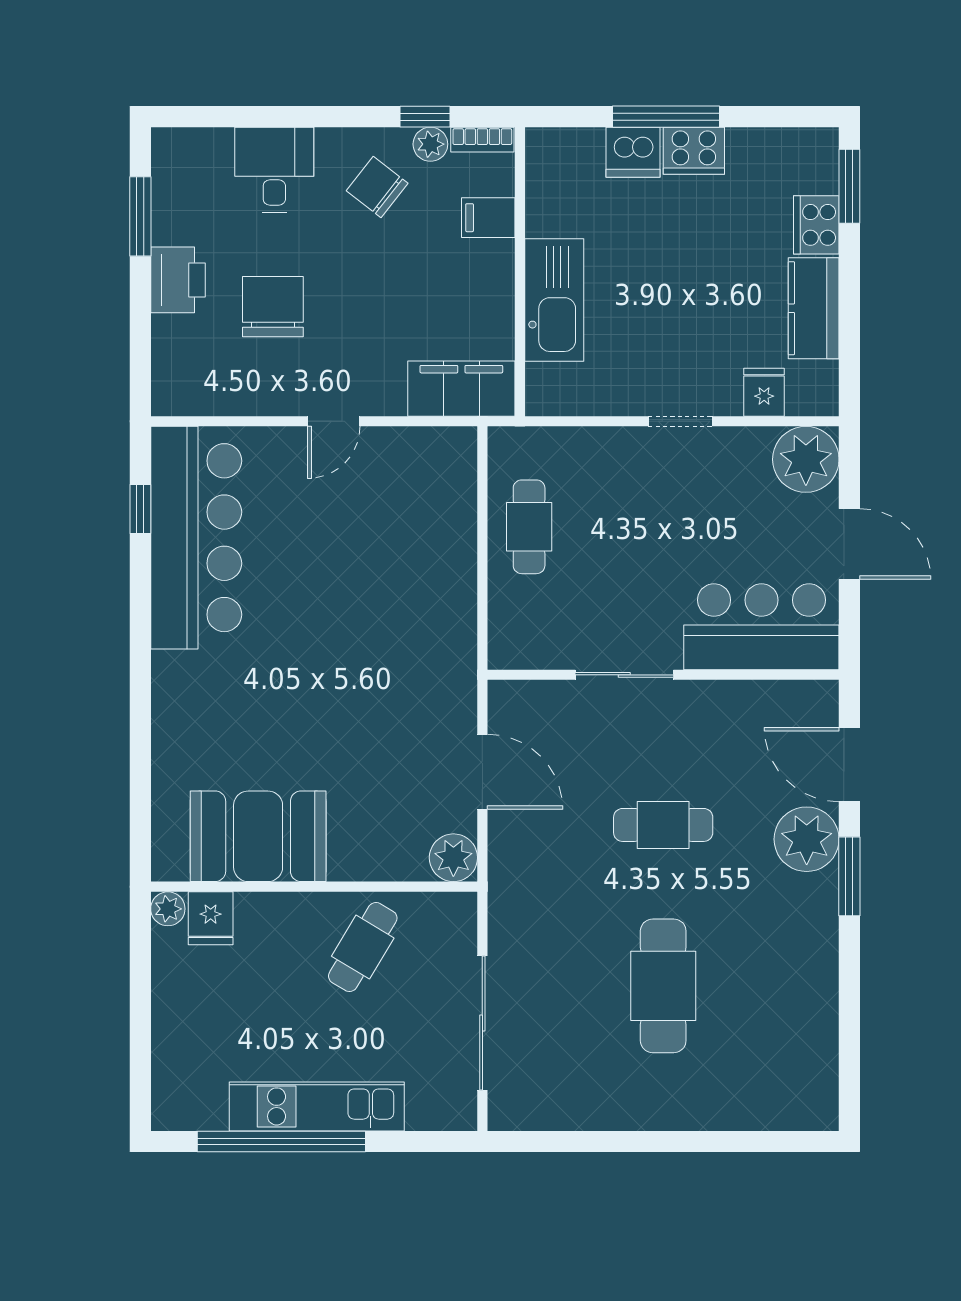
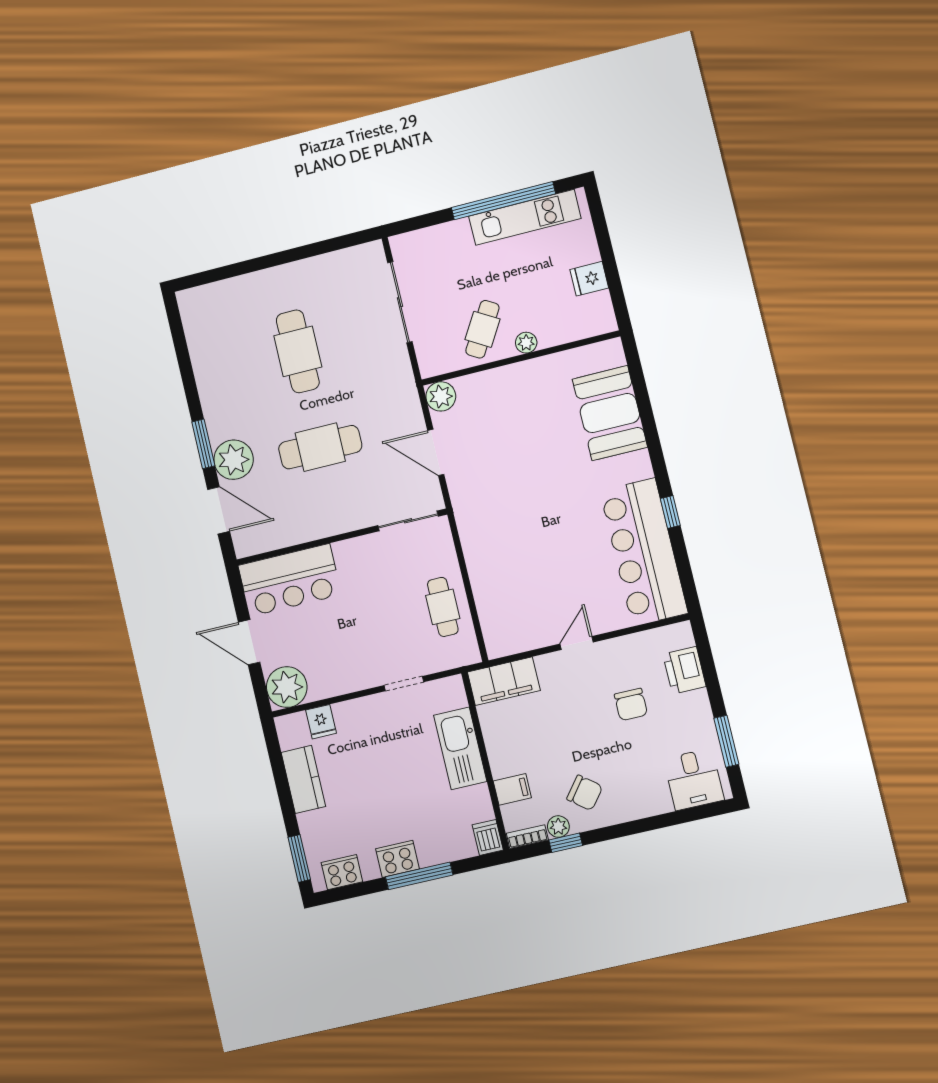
dishwasher: (633, 152) -> (488, 837), moved, width x0.73
desk: (274, 170) -> (694, 779), moved
cooker: (816, 225) -> (342, 872), moved, turned -90
printer: (178, 280) -> (684, 670), moved
chair: (273, 307) -> (631, 704), width x0.73, depth x0.73
doorway: (680, 421) -> (404, 684), moved
window: (140, 509) -> (670, 512), moved
sliding door: (624, 675) -> (408, 521), moved
cafe table: (663, 825) -> (320, 447), width x1.37, depth x1.35
booth: (258, 836) -> (610, 413), moved, turned 90
plant: (168, 909) -> (526, 343), moved
fridge: (211, 918) -> (589, 279), moved, turned -90
kitchen unit: (317, 1106) -> (525, 217), moved

